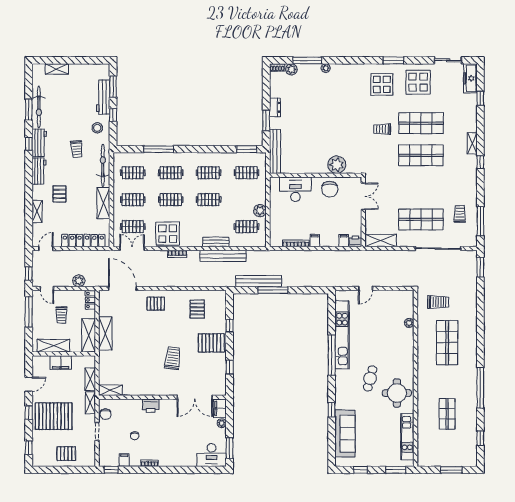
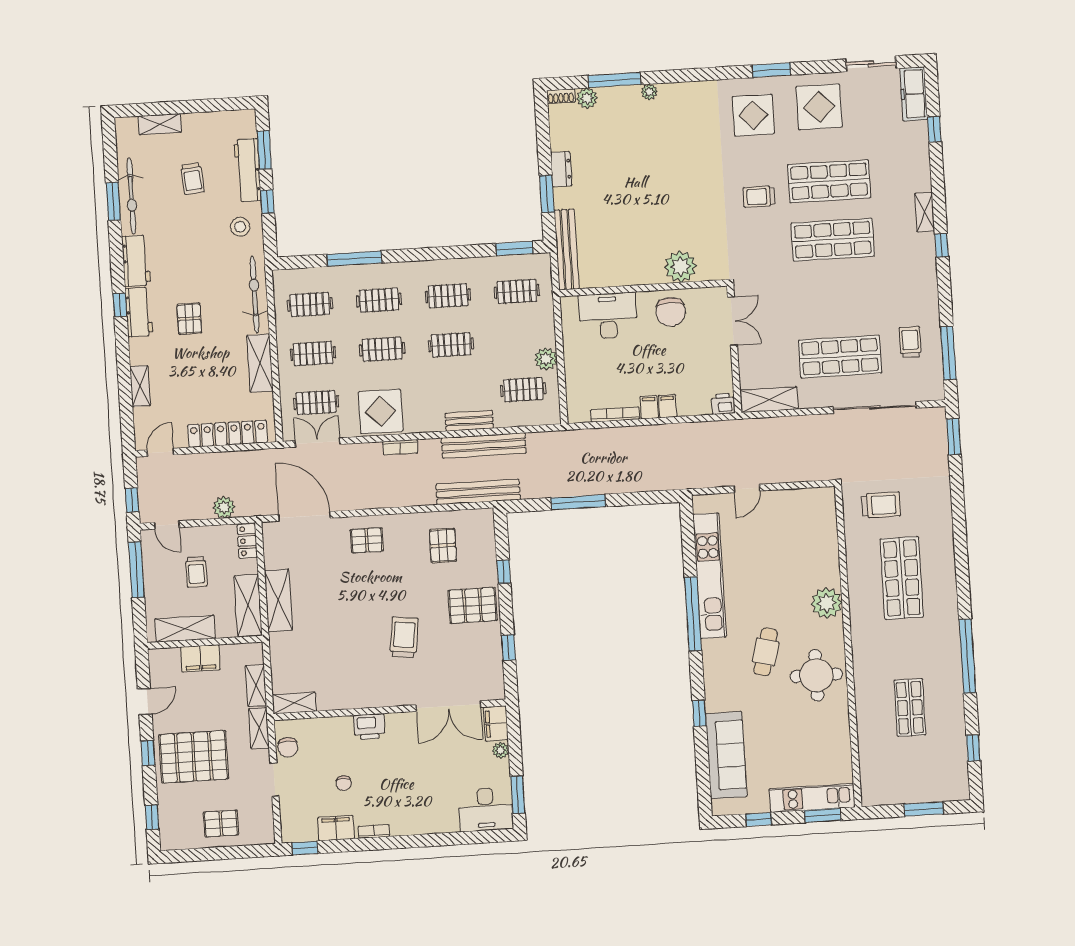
window: (29, 144) -> (120, 305), moved
trolley: (77, 149) -> (192, 179), moved
pallet: (59, 194) -> (189, 319), moved
filing cabinet: (344, 241) -> (668, 406), moved
bench: (258, 281) -> (478, 492), moved
plant: (409, 323) -> (827, 603), moved, width x1.88, depth x1.88
kitchen unit: (407, 437) -> (812, 798), moved, turned 90
filing cabinet: (124, 460) -> (336, 828), width x2.00

